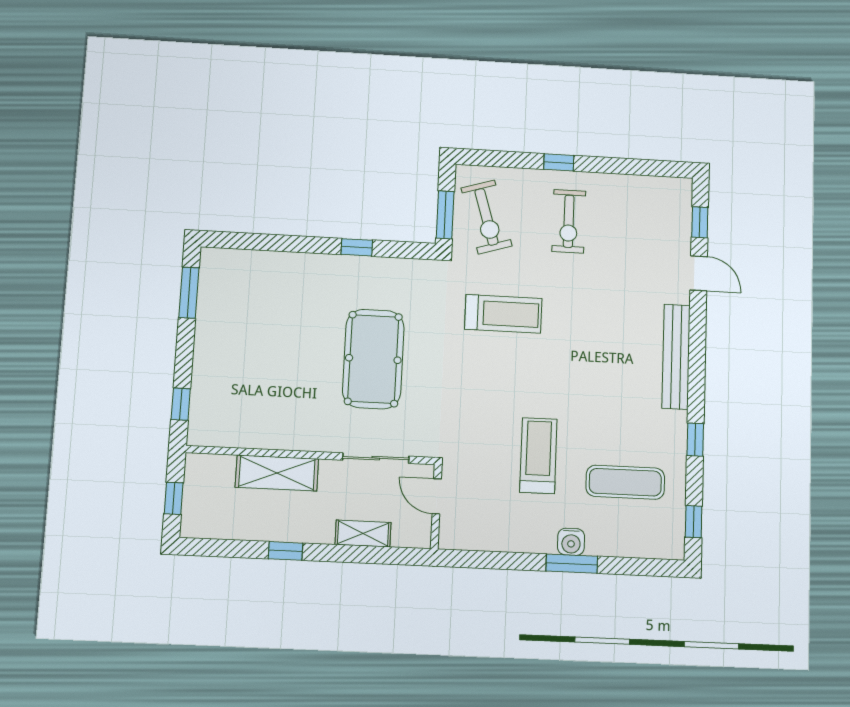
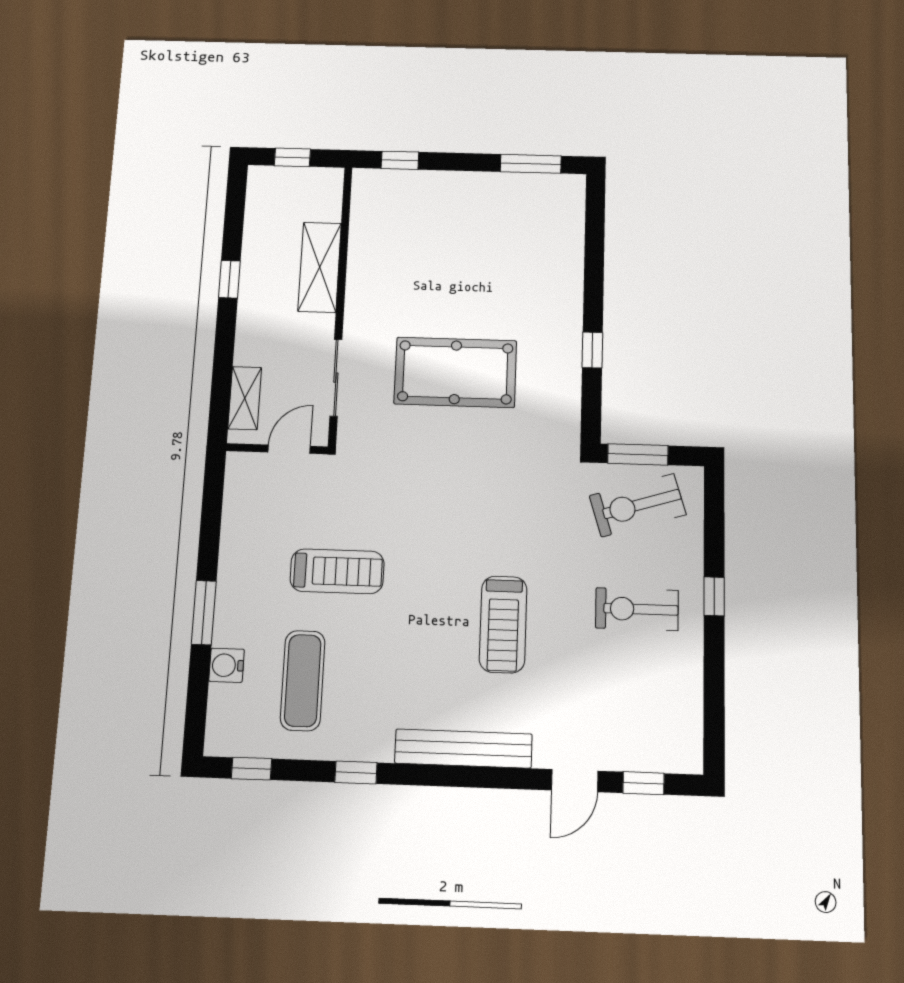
treadmill: (503, 314) -> (503, 624), moved
shelving: (363, 534) -> (245, 398), moved
water cooler: (571, 542) -> (227, 665), moved

